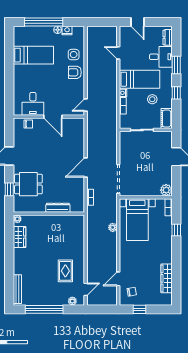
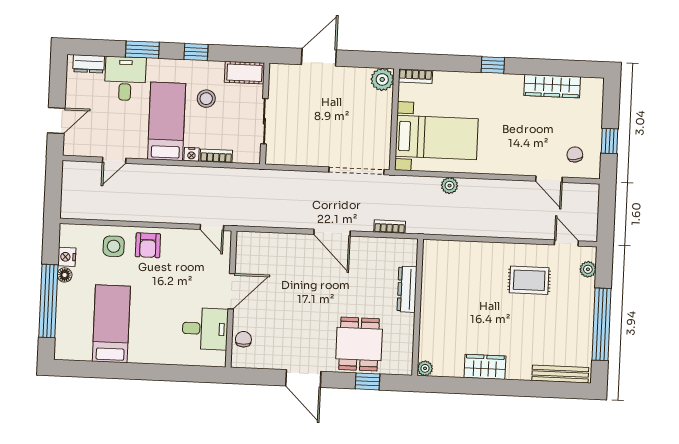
window: (176, 230) -> (493, 65), moved
wardrobe: (19, 237) -> (485, 367), moved

